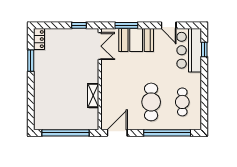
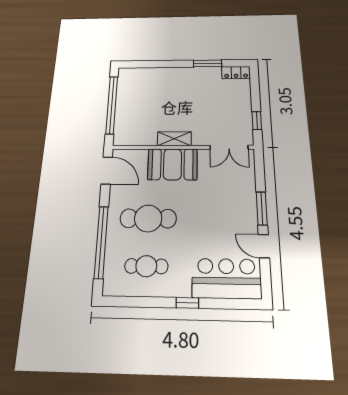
window: (126, 25) -> (262, 208), moved
door: (169, 25) -> (264, 246), hinge flipped
booth: (136, 40) -> (172, 164), moved, turned 90
window: (204, 50) -> (187, 303), moved
shelving: (93, 95) -> (174, 139), moved

